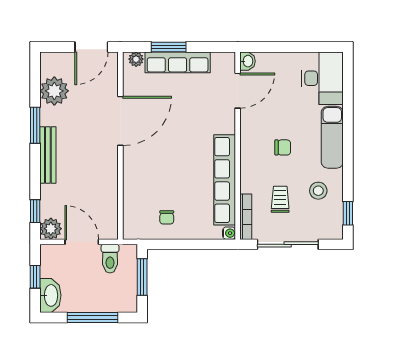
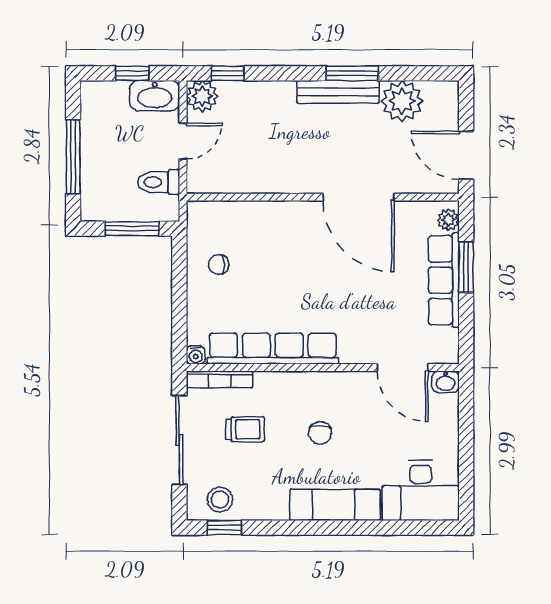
bench: (48, 155) -> (338, 92), moved
stool: (318, 191) -> (220, 500), moved
door: (82, 242) -> (183, 141), width x0.73
washbasin: (50, 295) -> (155, 96), moved

